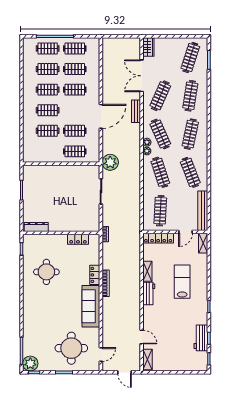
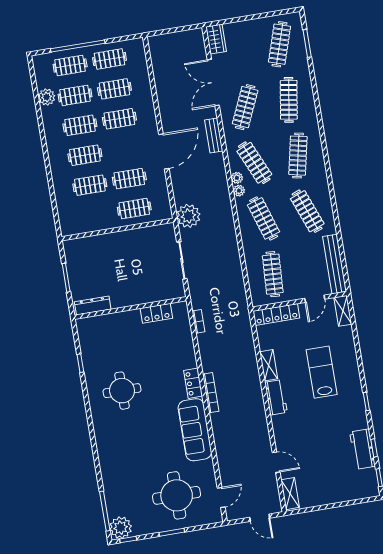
plant: (28, 67) -> (47, 97), added
dresser: (36, 227) -> (93, 305), moved
wall: (61, 233) -> (130, 308), moved
locker: (78, 239) -> (156, 313), moved

